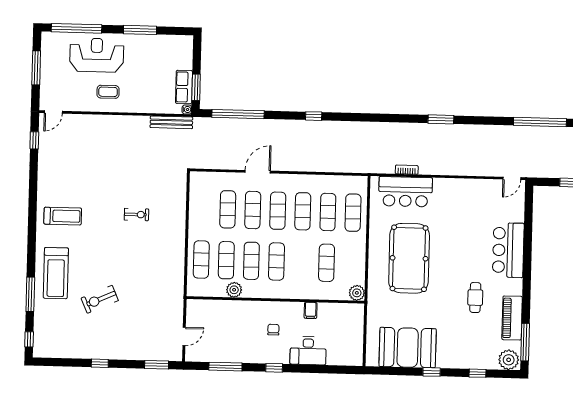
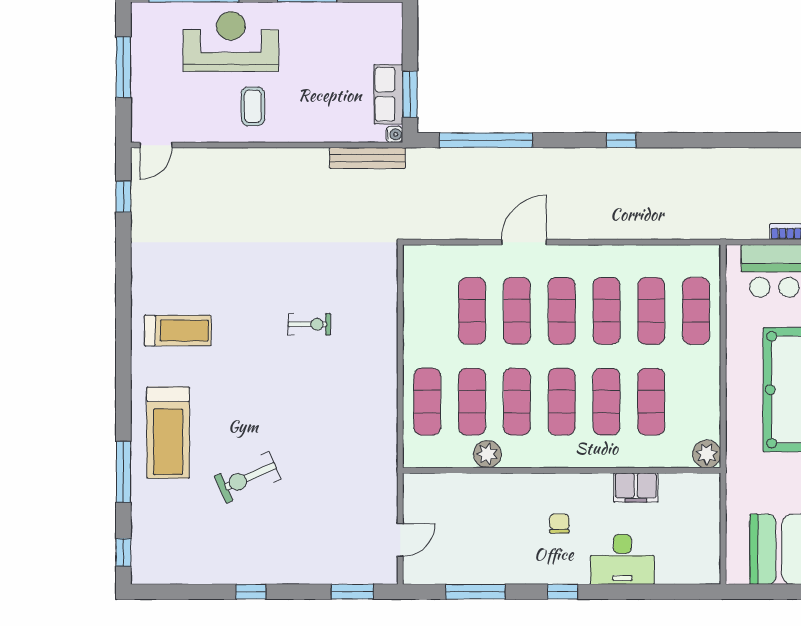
coffee table: (108, 92) -> (253, 106), turned 90
exercise mat: (302, 262) -> (606, 402), added
filing cabinet: (311, 310) -> (636, 487), width x2.00

